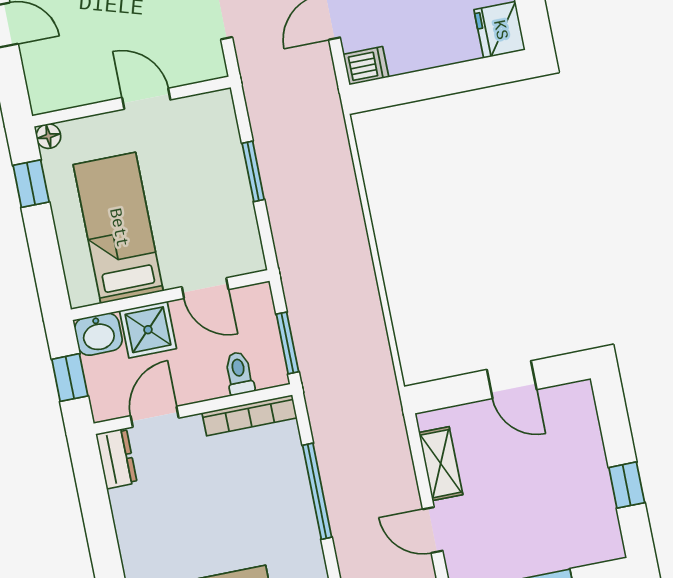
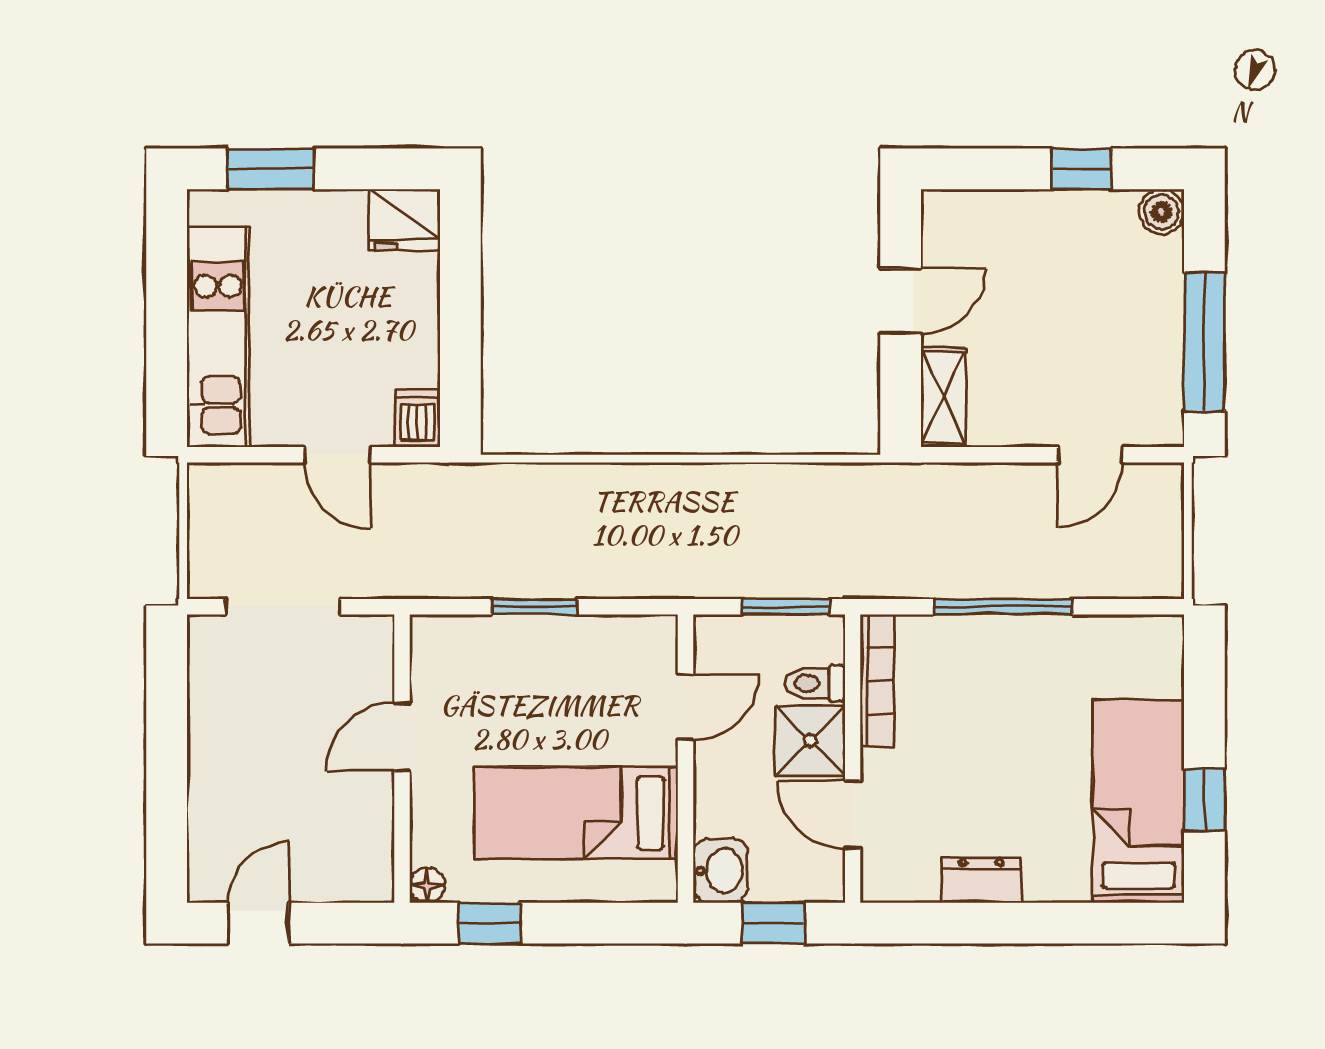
shower: (148, 330) -> (810, 741), moved
dresser: (116, 458) -> (982, 880), moved
shelving: (441, 464) -> (943, 397), moved, turned 90
boiler: (608, 545) -> (1161, 212), added

